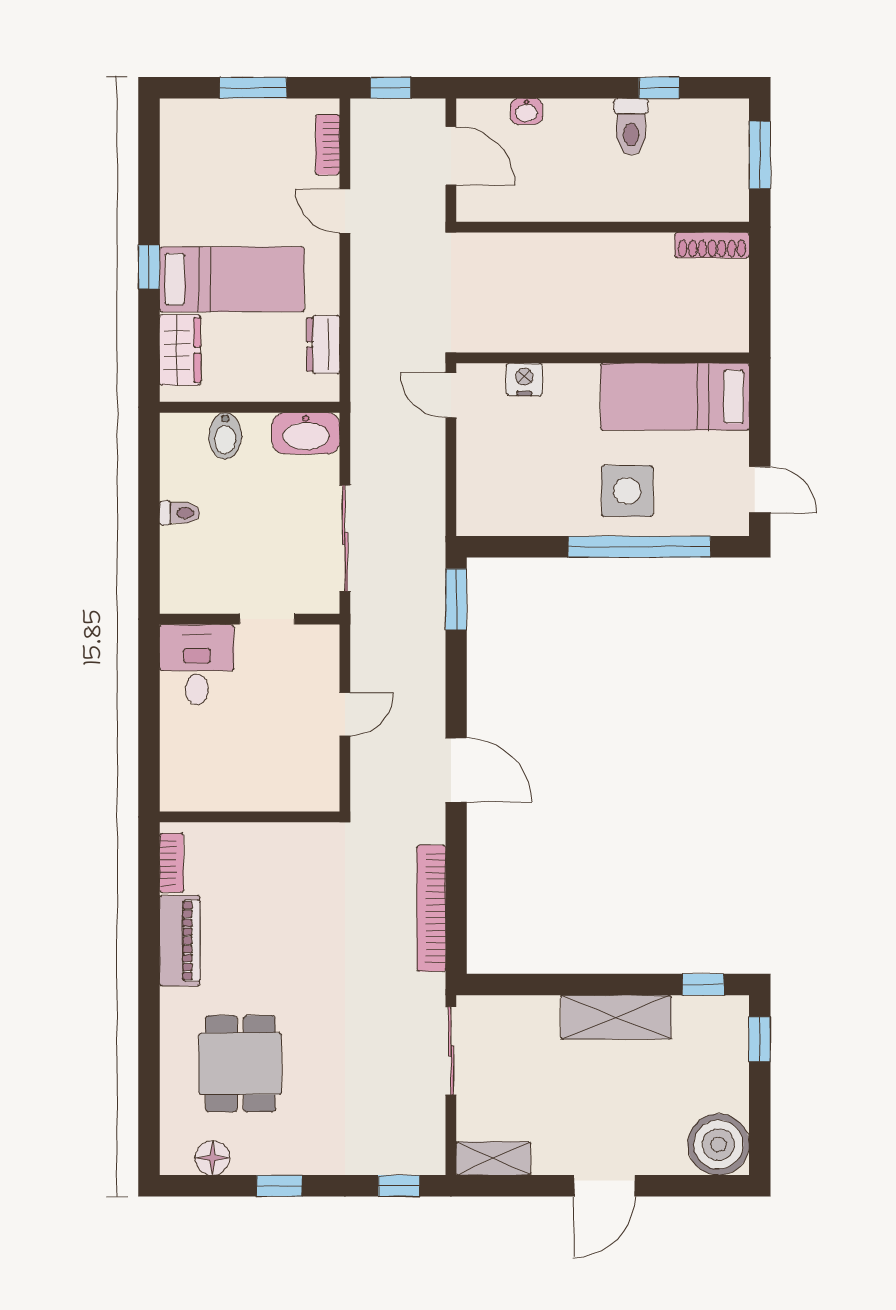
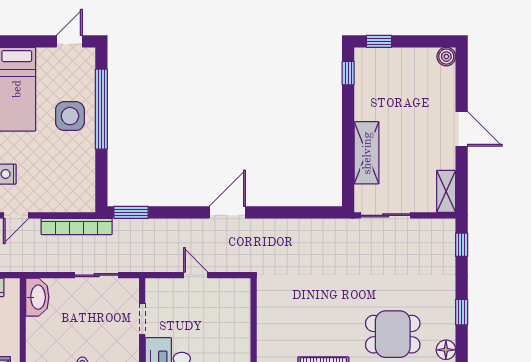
bidet: (225, 436) -> (39, 343), removed
sliding door: (345, 538) -> (97, 275), width x0.73
bookcase: (431, 908) -> (77, 226), moved
shelving: (616, 1017) -> (367, 153), moved
boiler: (718, 1144) -> (446, 57), width x0.54, depth x0.54

